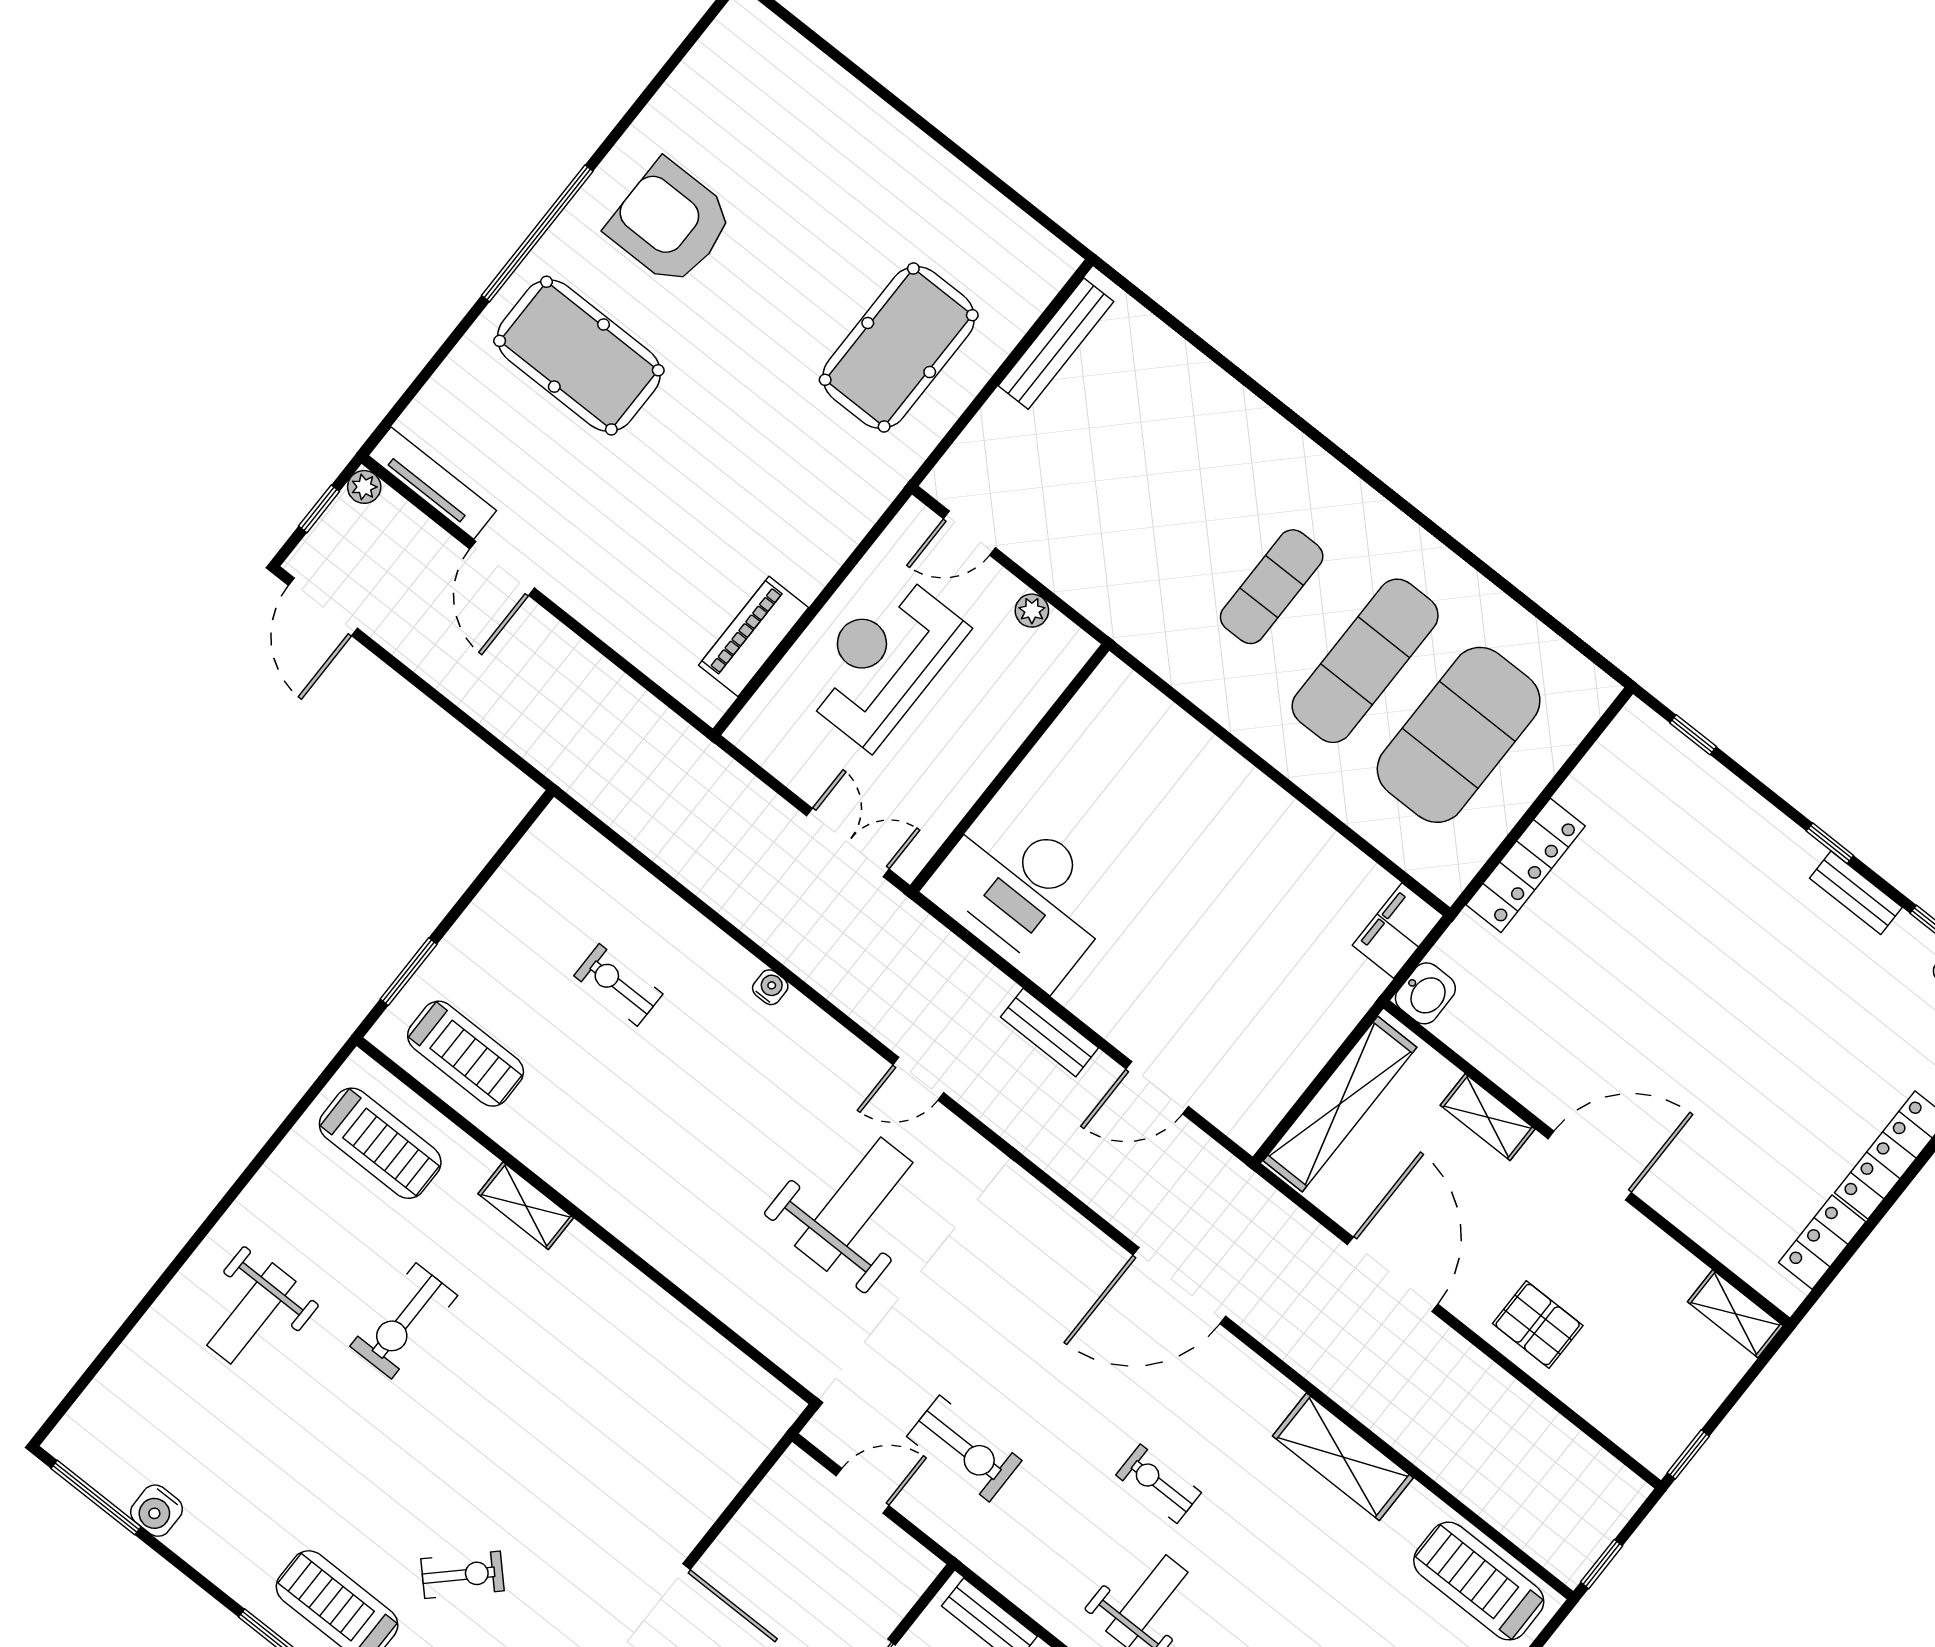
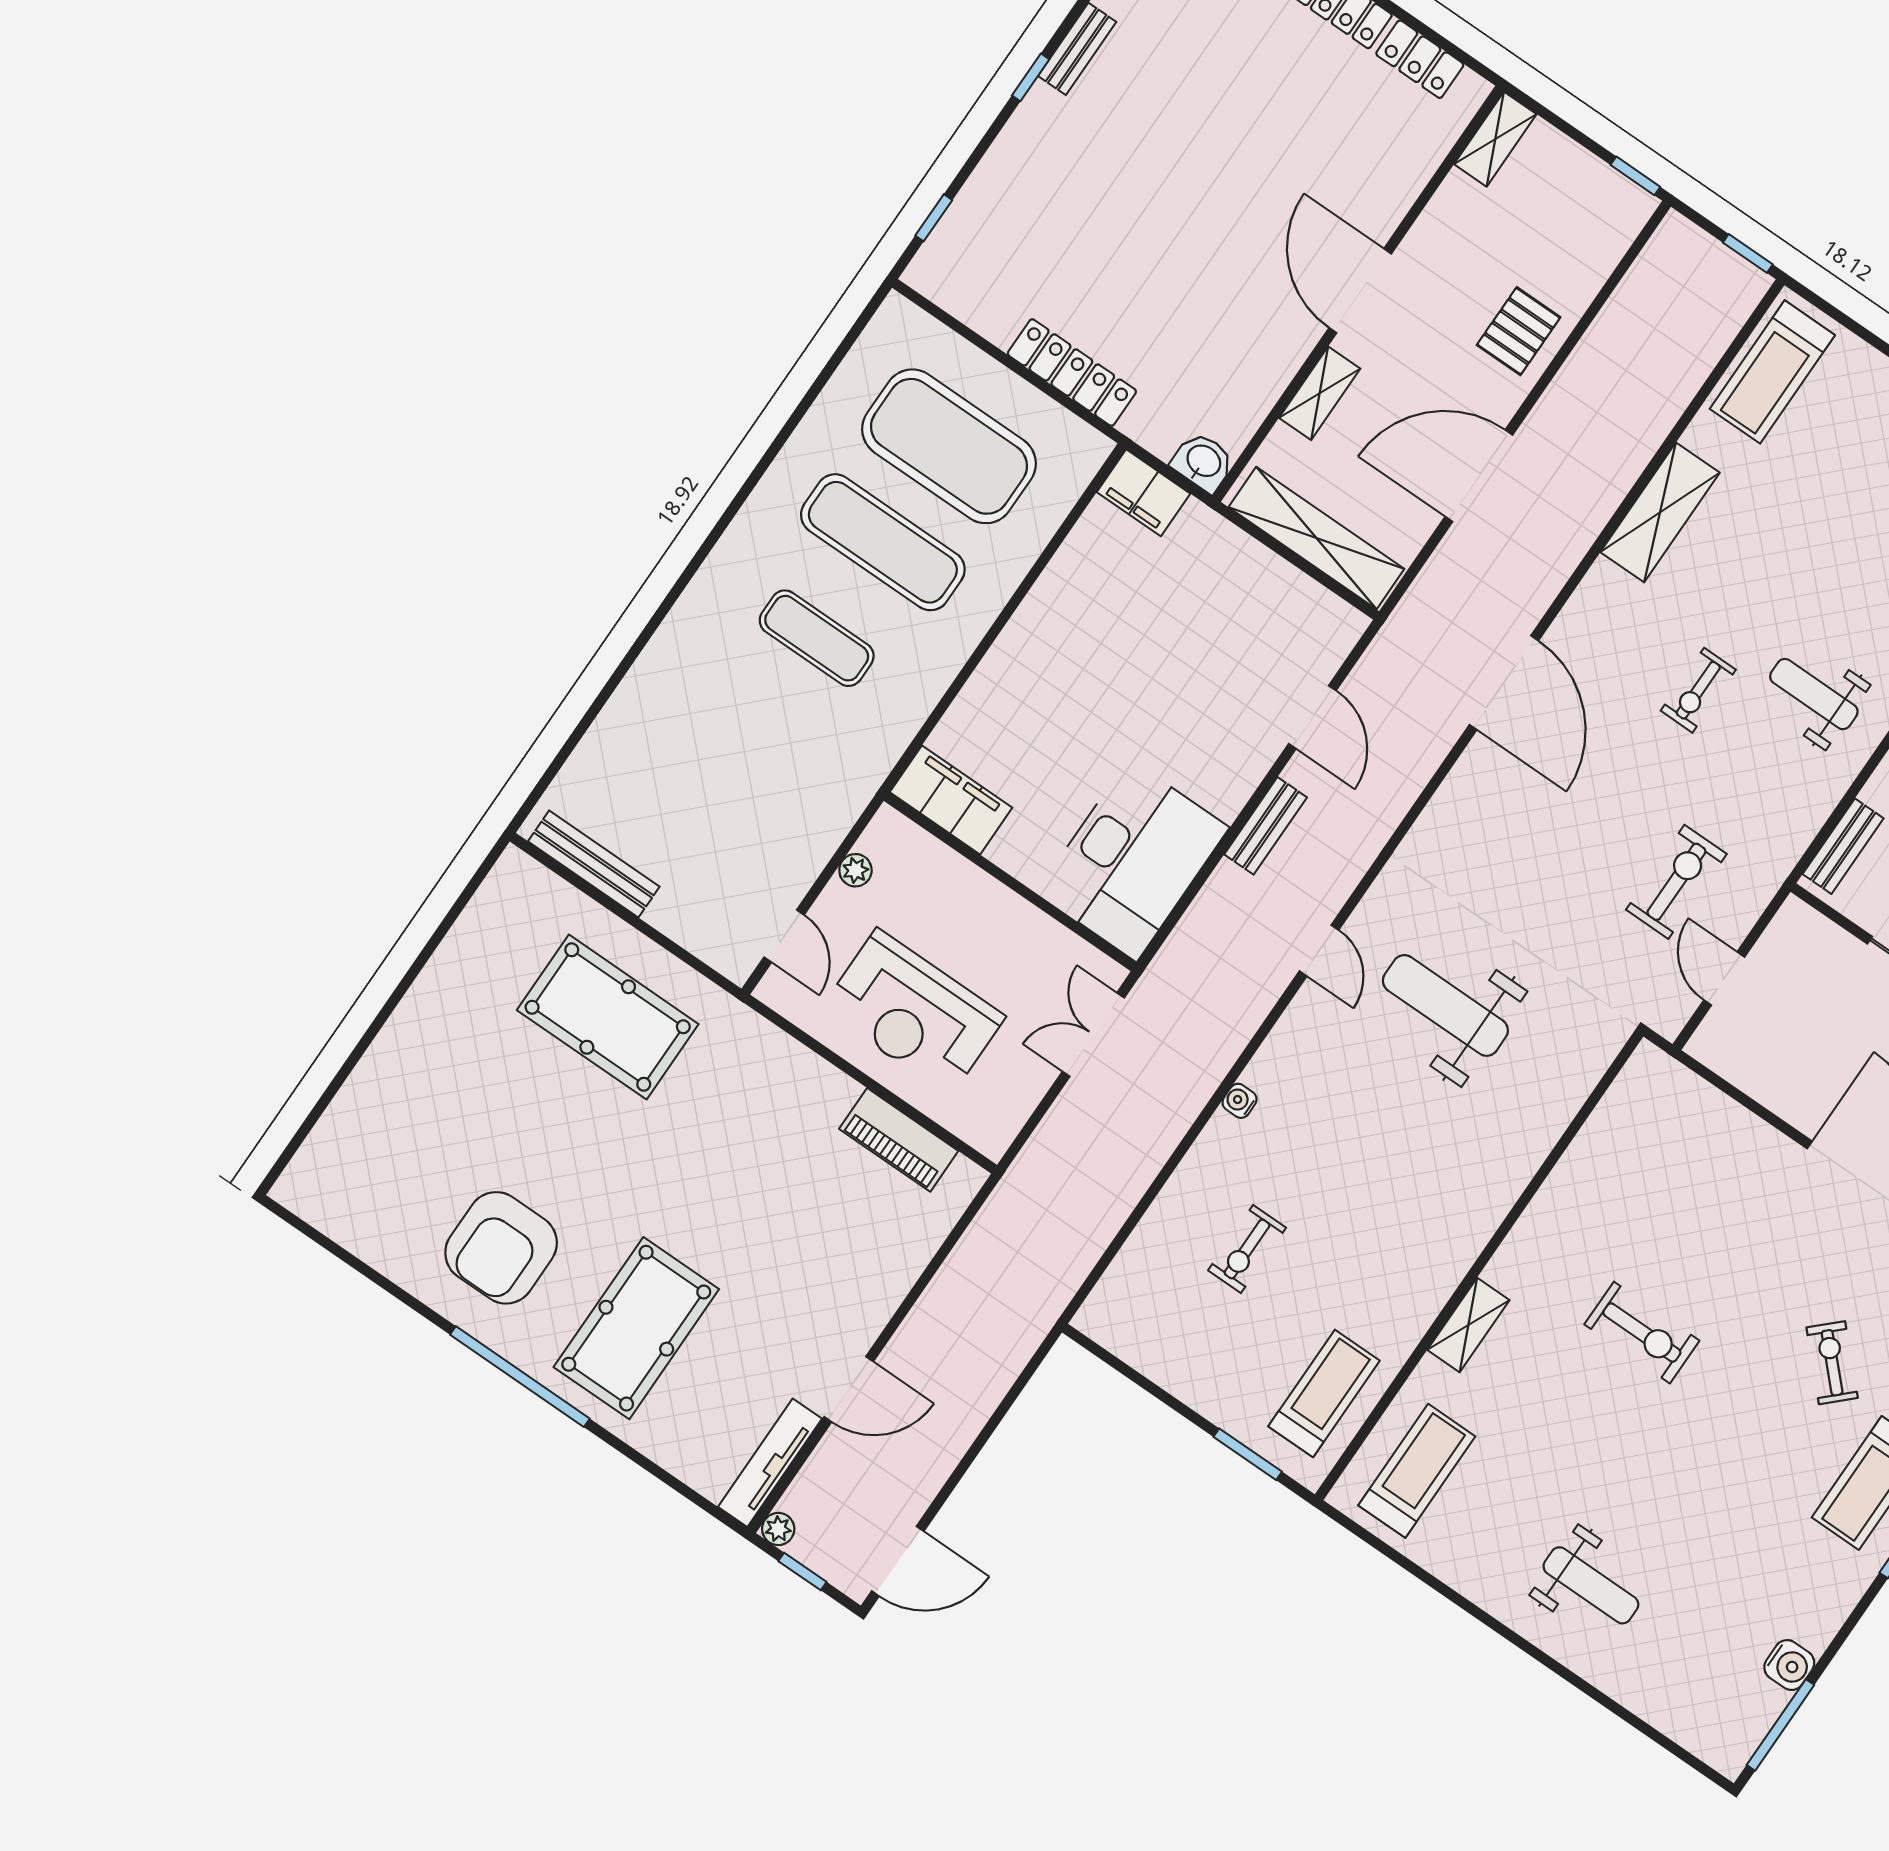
filing cabinet: (1097, 713) -> (951, 800), added
exercise bike: (404, 1321) -> (1642, 1333), moved

